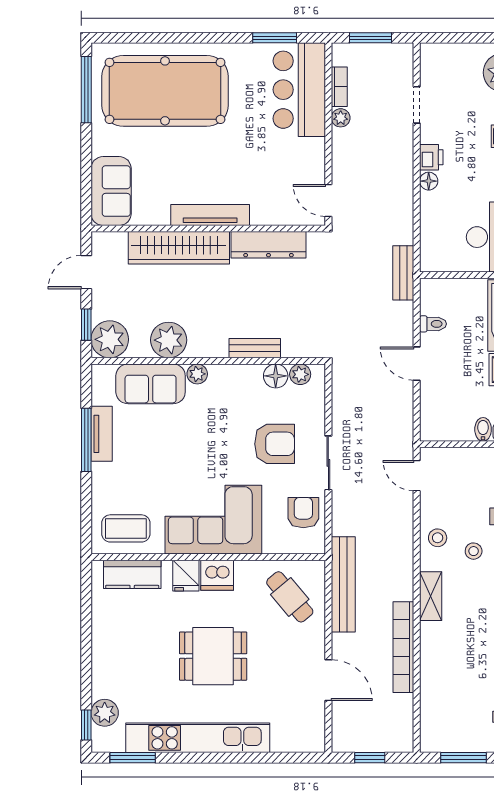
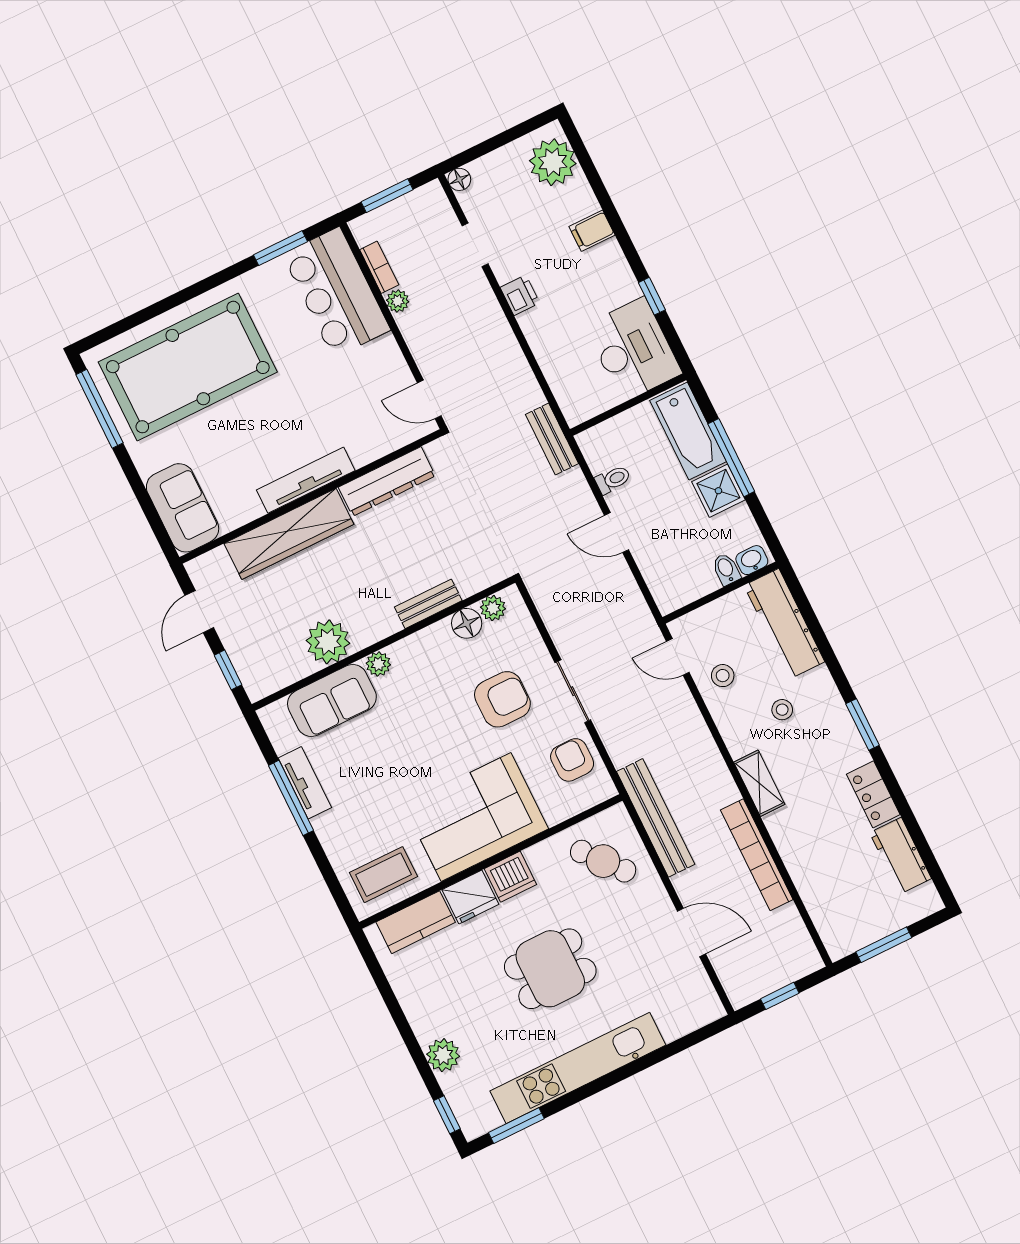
floor lamp: (429, 181) -> (459, 179), moved
plant: (110, 339) -> (262, 673), removed
stool: (438, 538) -> (723, 676), moved
fridge: (186, 576) -> (470, 897), width x1.38
plant: (105, 713) -> (443, 1055), moved

